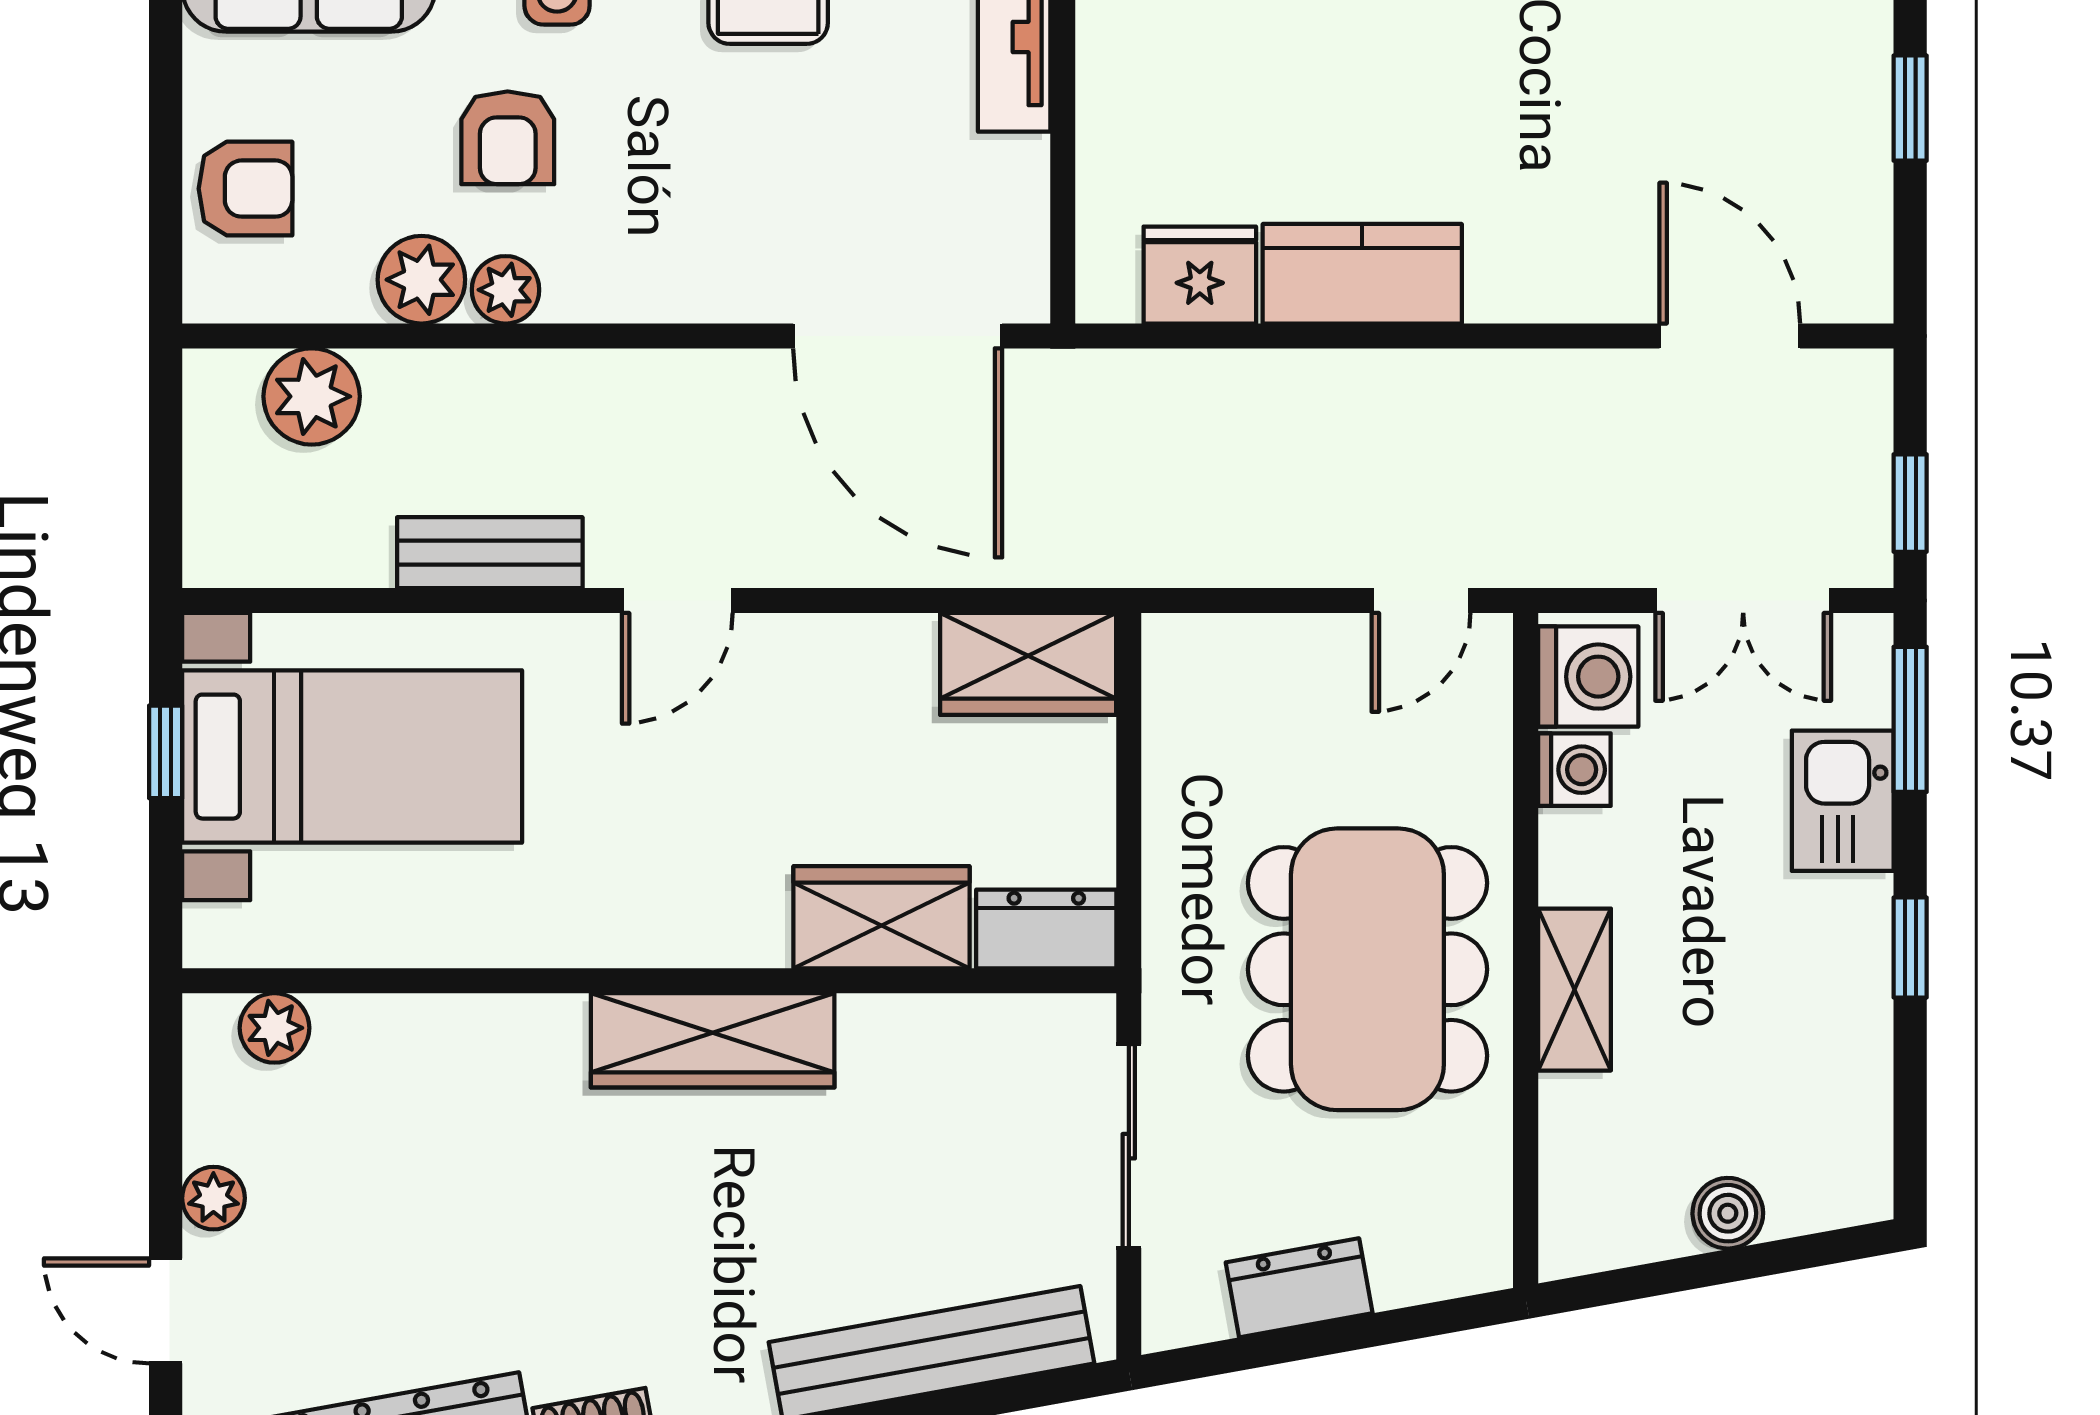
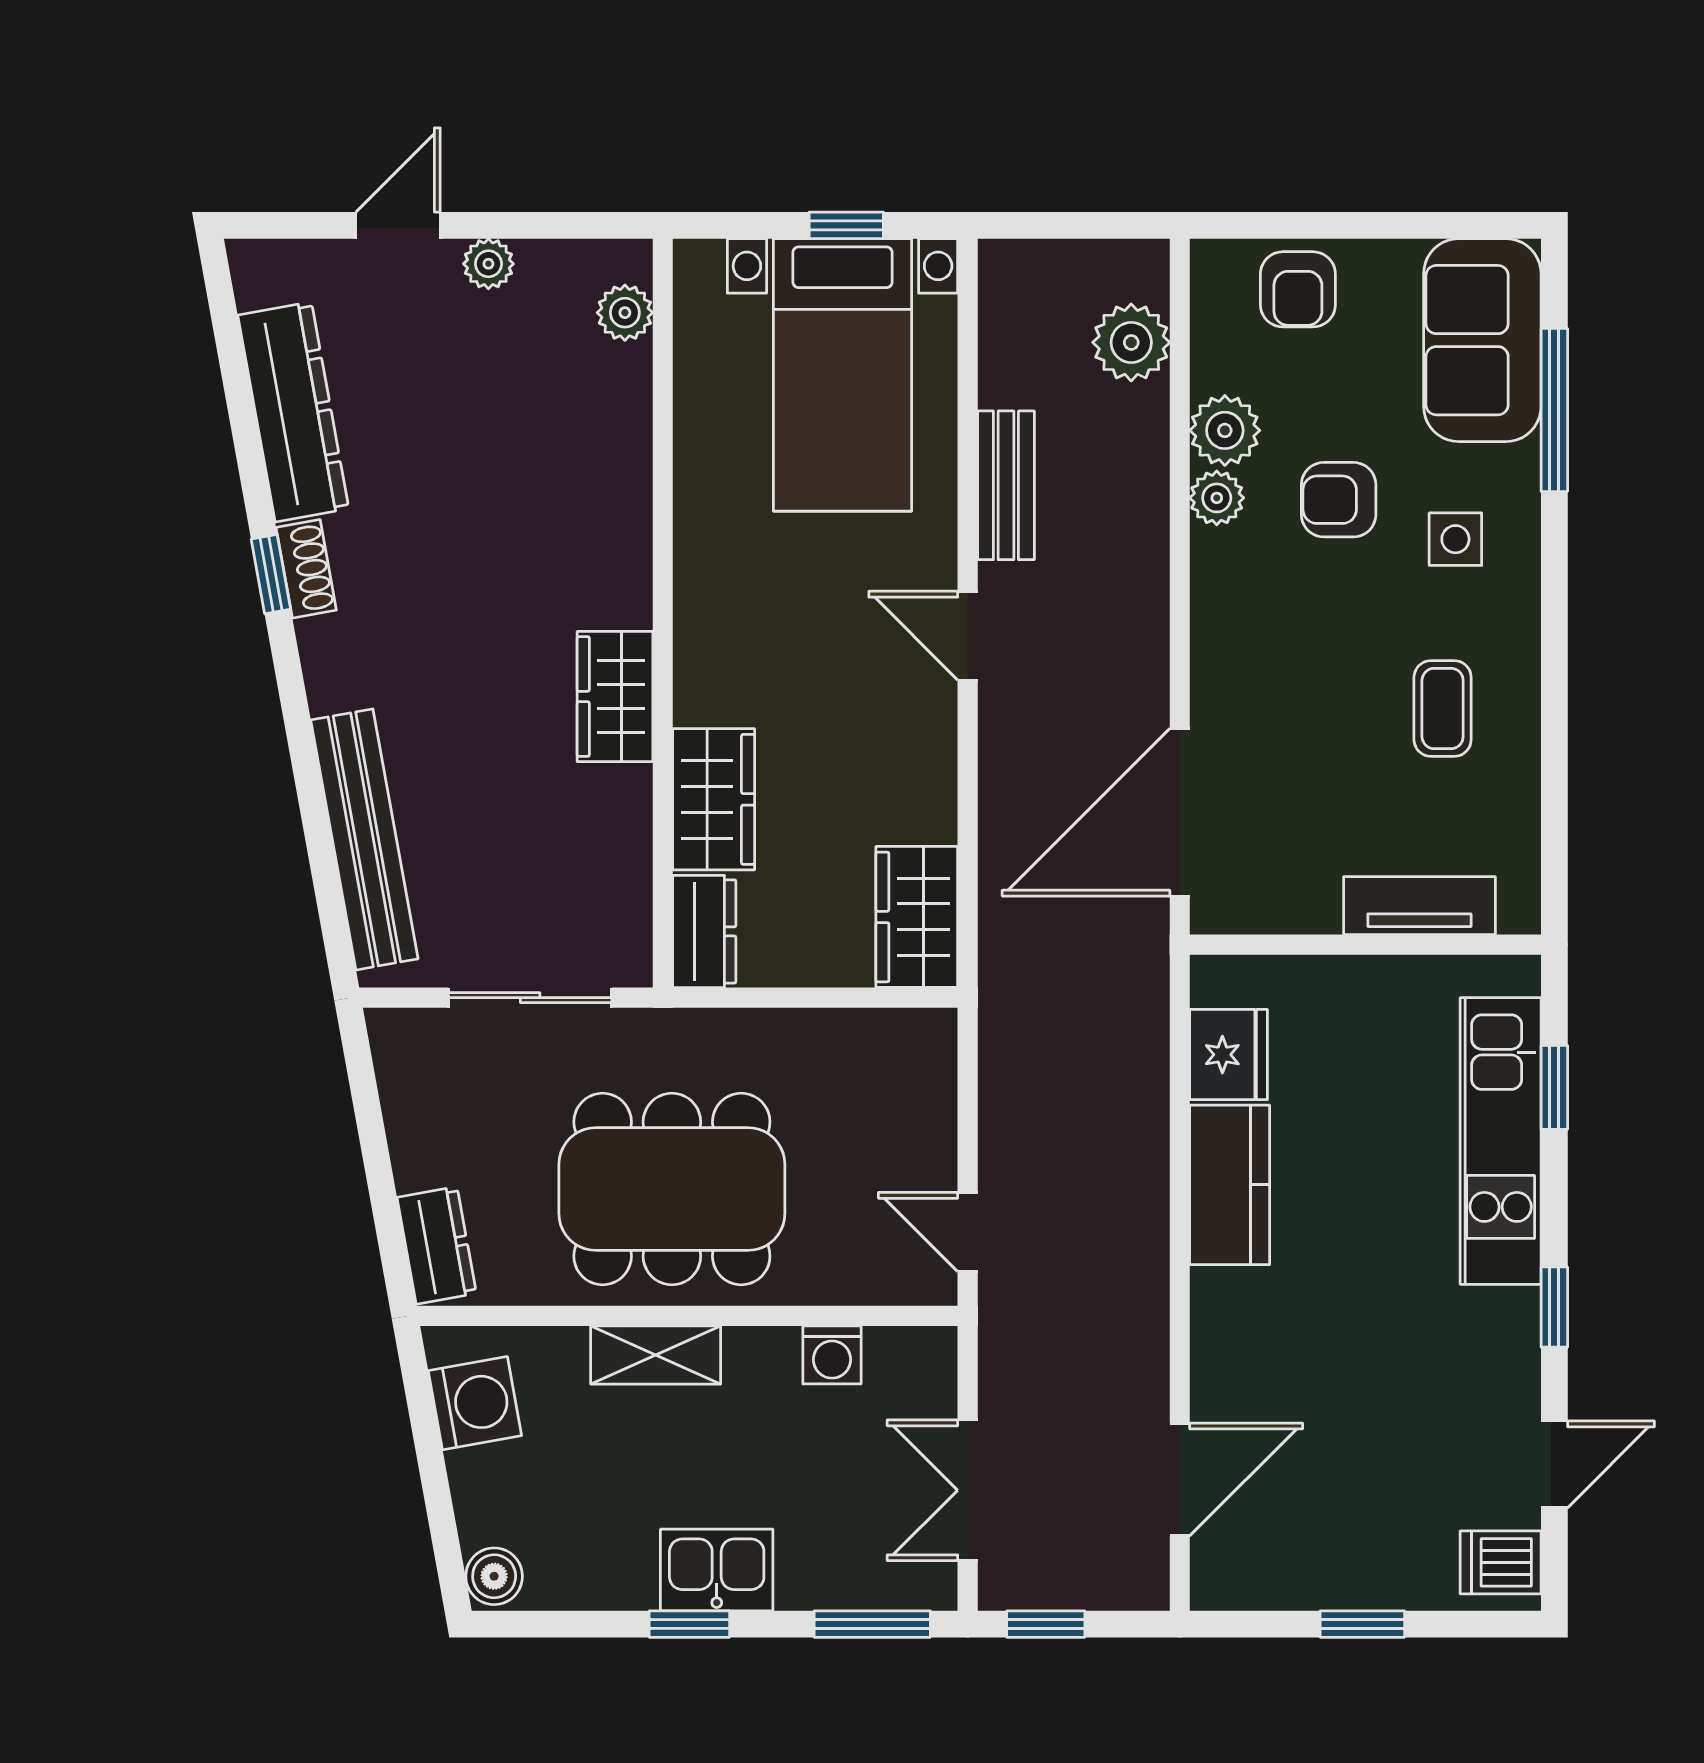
washing machine: (1588, 677) -> (475, 1403), moved, turned -100
kitchen sink: (1843, 801) -> (717, 1570), moved
wardrobe: (713, 1040) -> (615, 697), width x0.67
boiler: (1728, 1213) -> (494, 1576), moved
dresser: (1299, 1288) -> (437, 1245), moved

